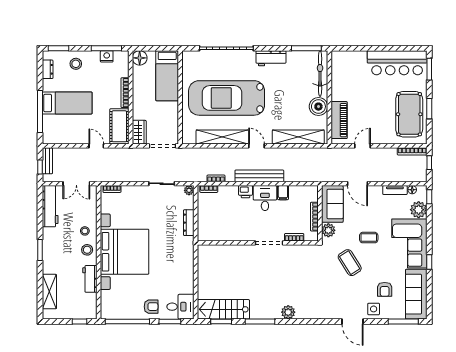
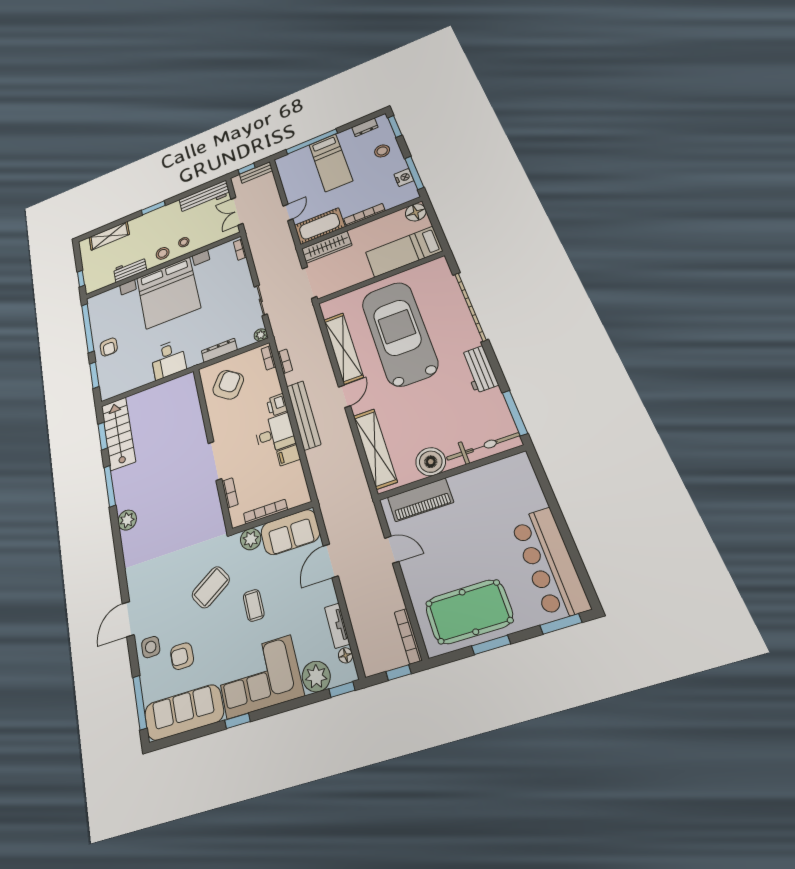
wardrobe: (139, 132) -> (327, 247), width x1.50
armchair: (218, 222) -> (228, 385), added
desk: (180, 307) -> (168, 359), moved

